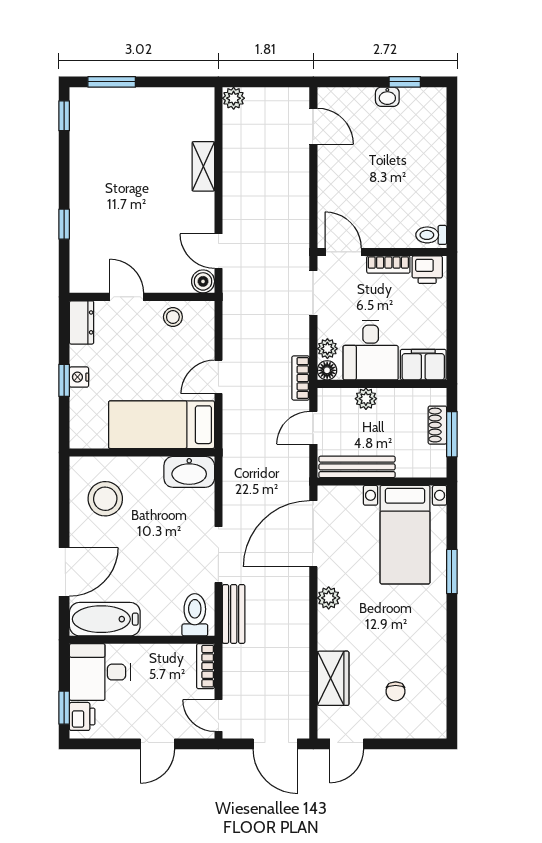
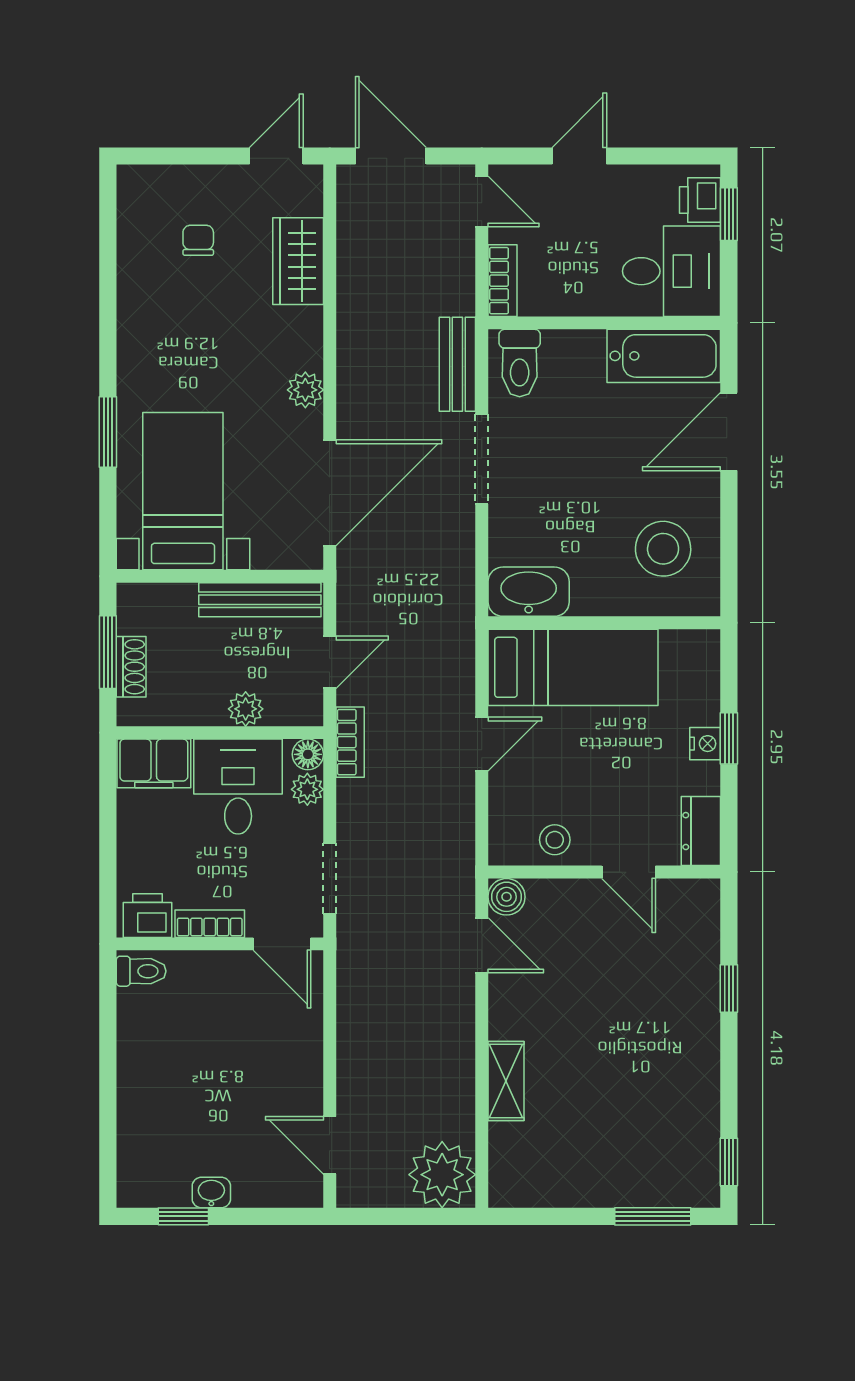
plant: (234, 98) -> (442, 1175), width x1.88, depth x1.88

